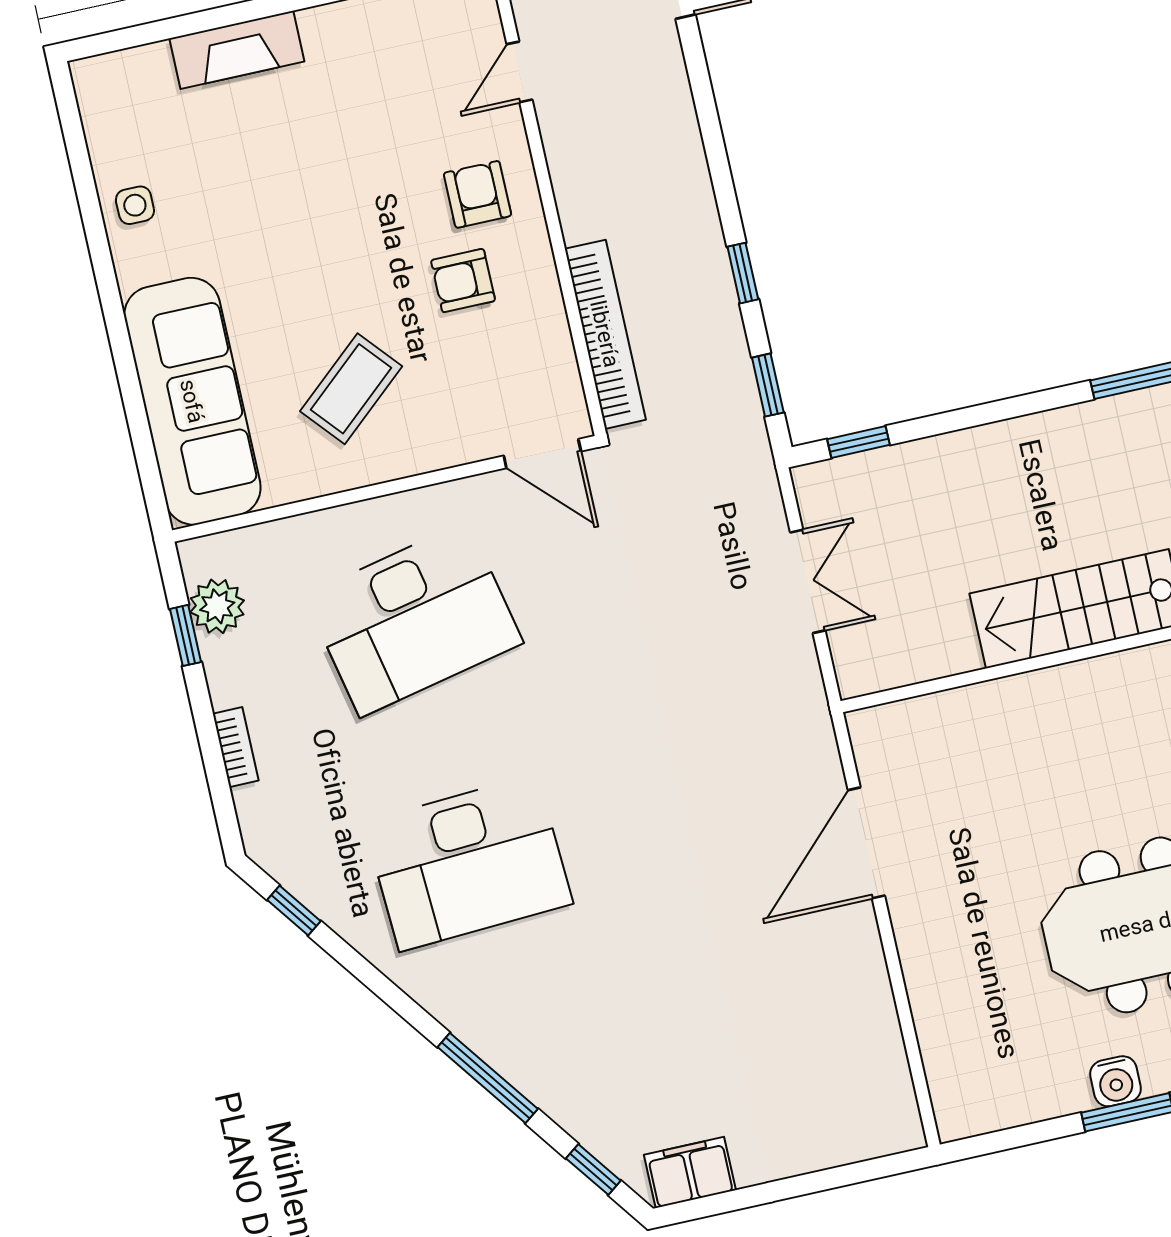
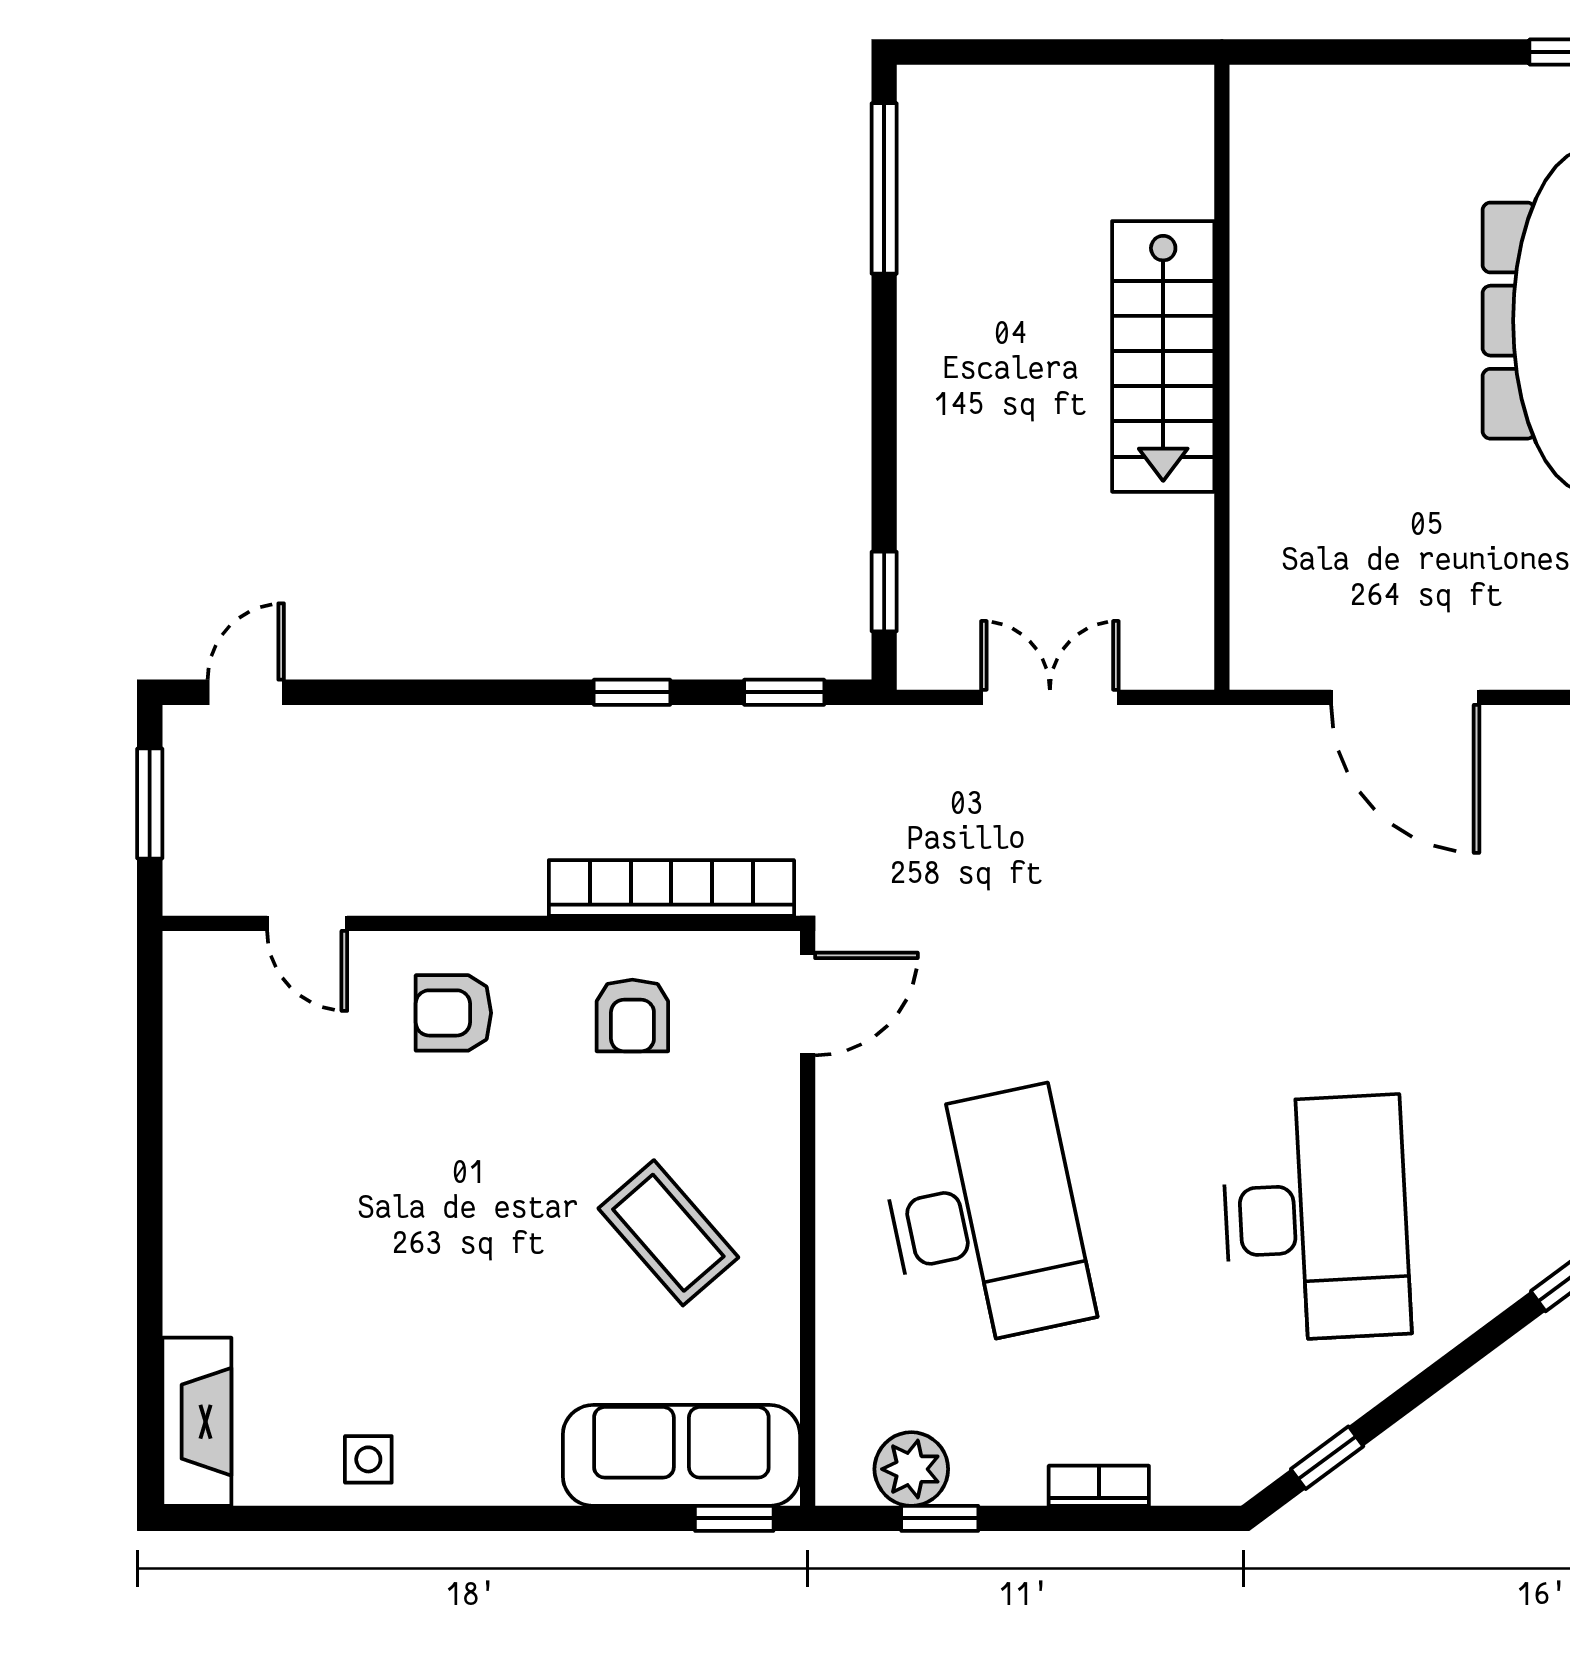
fireplace: (237, 50) -> (197, 1422), moved
armchair: (463, 281) -> (632, 1015), moved
sofa: (192, 401) -> (681, 1455), width x0.74, depth x0.79
window: (152, 484) -> (734, 1518), added

